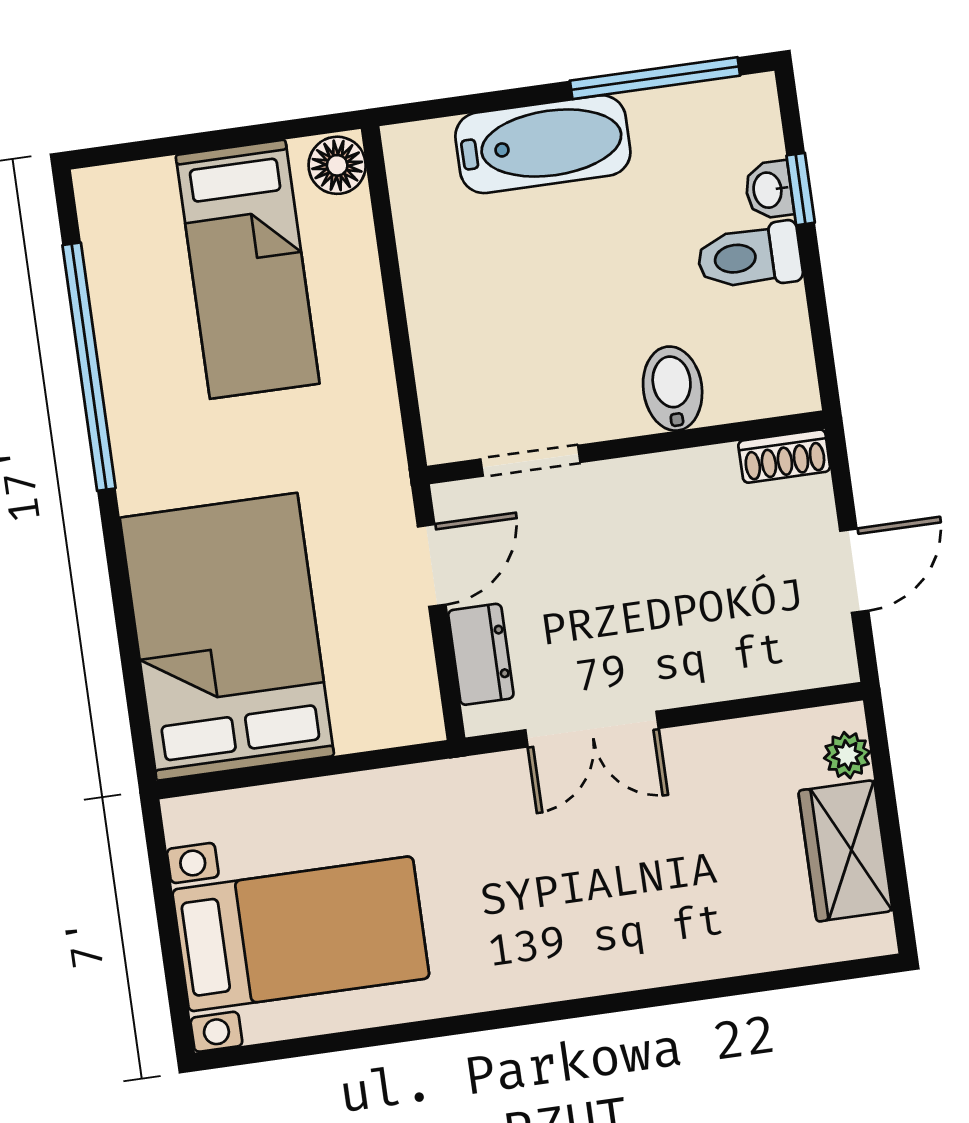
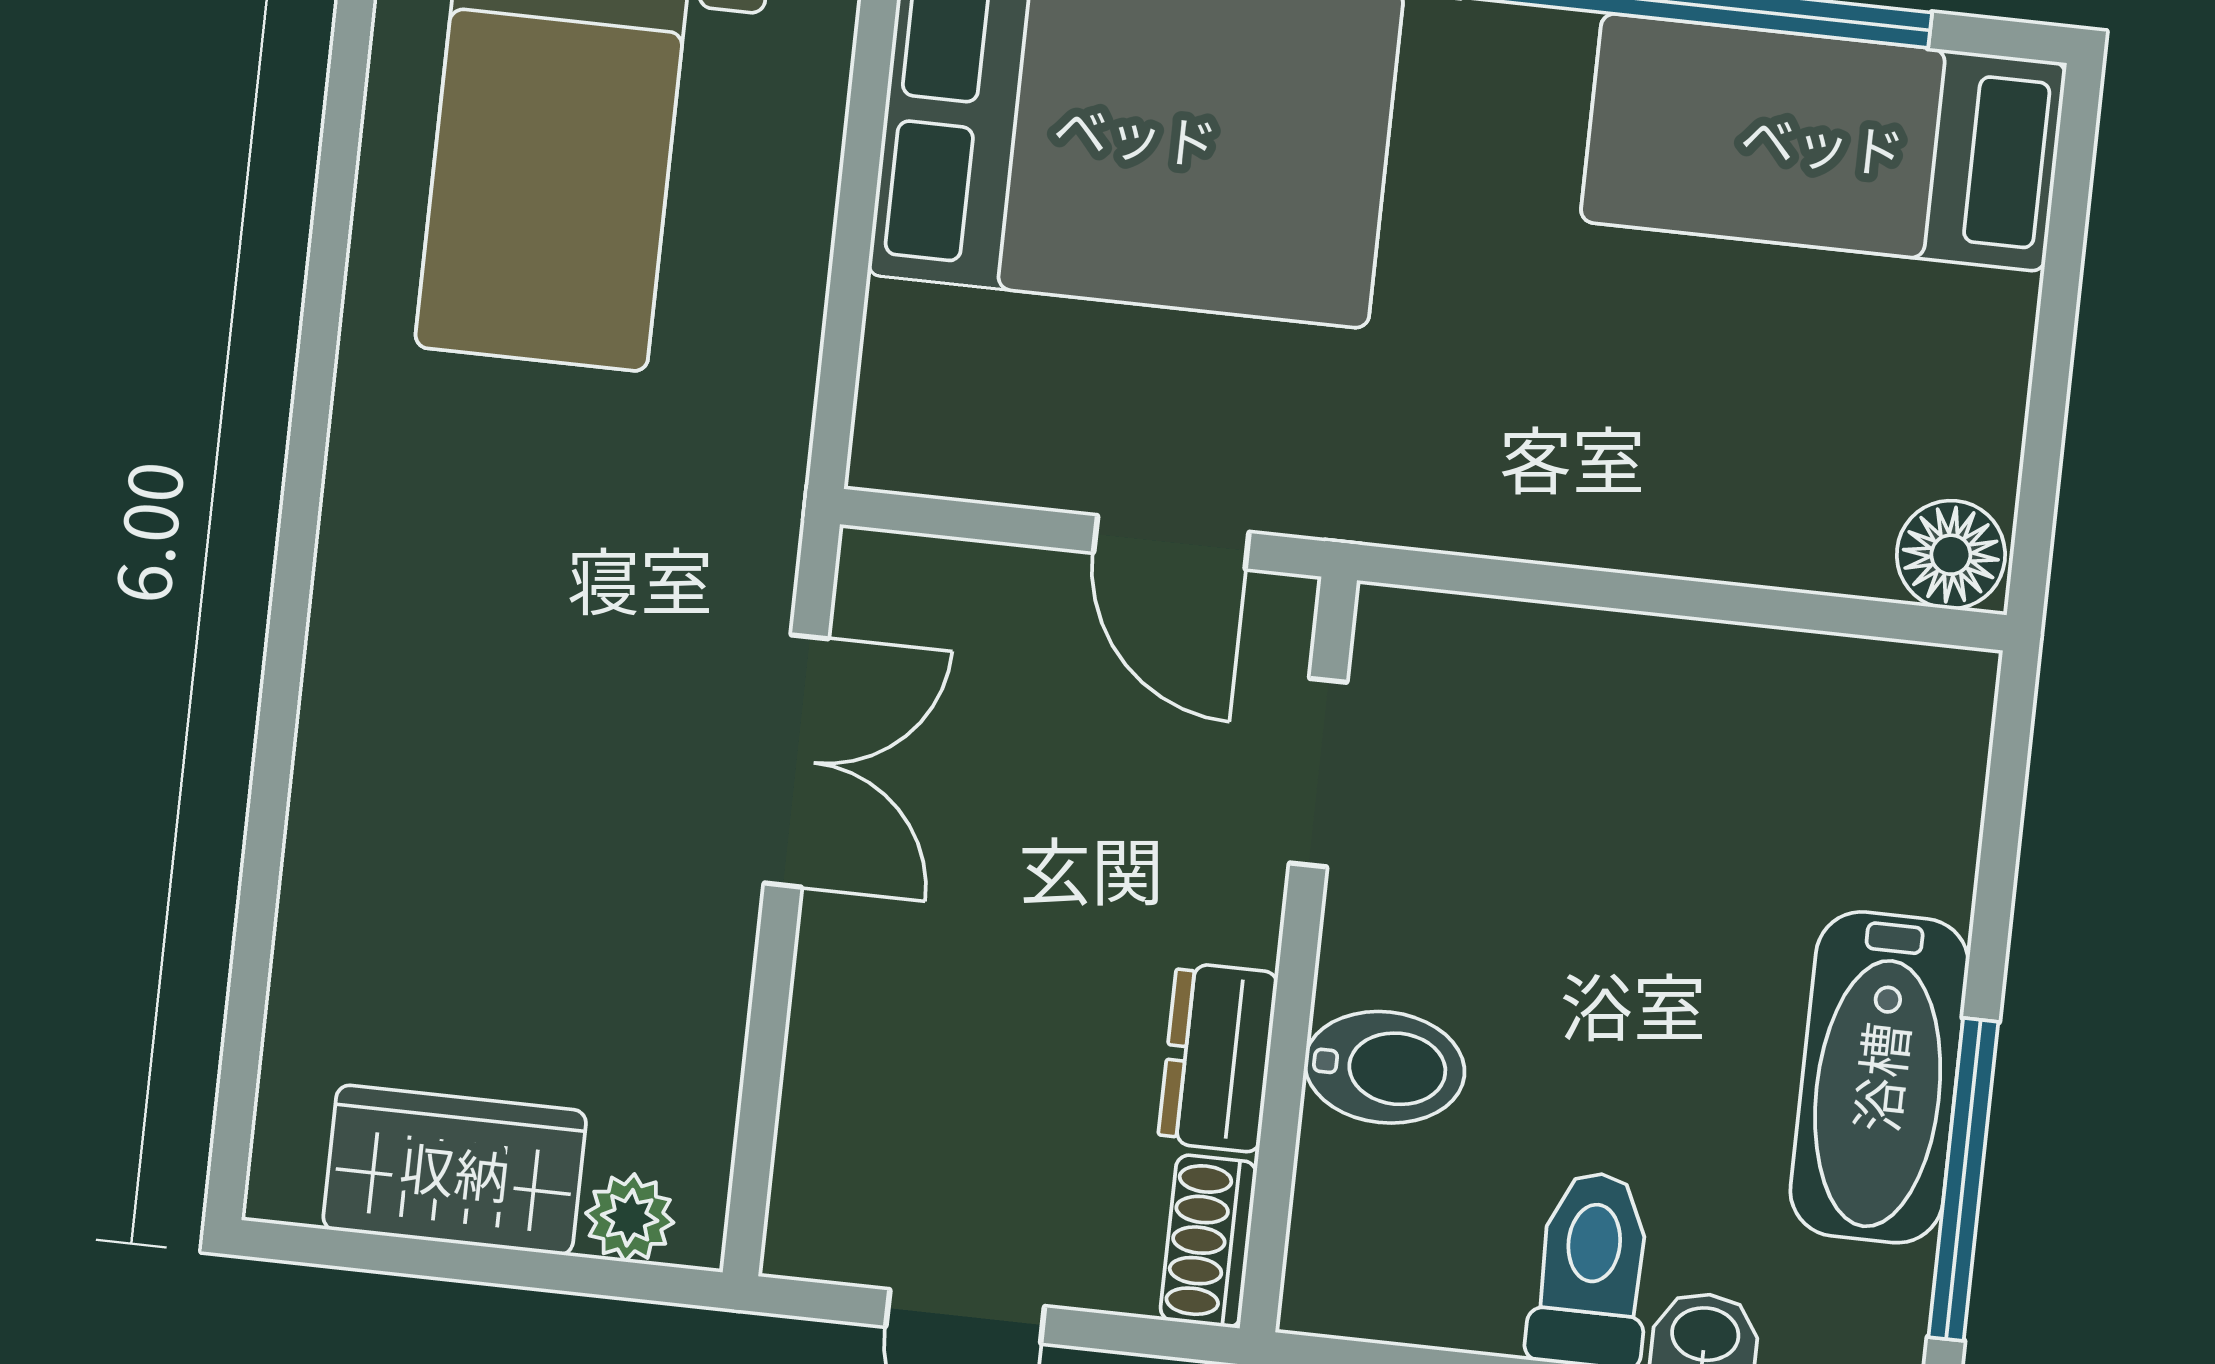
bathtub: (543, 144) -> (1879, 1077), moved
bed: (248, 269) -> (1823, 142), moved
dresser: (481, 654) -> (1218, 1057), moved, turned 90
double door: (592, 729) -> (796, 761), swing flipped

